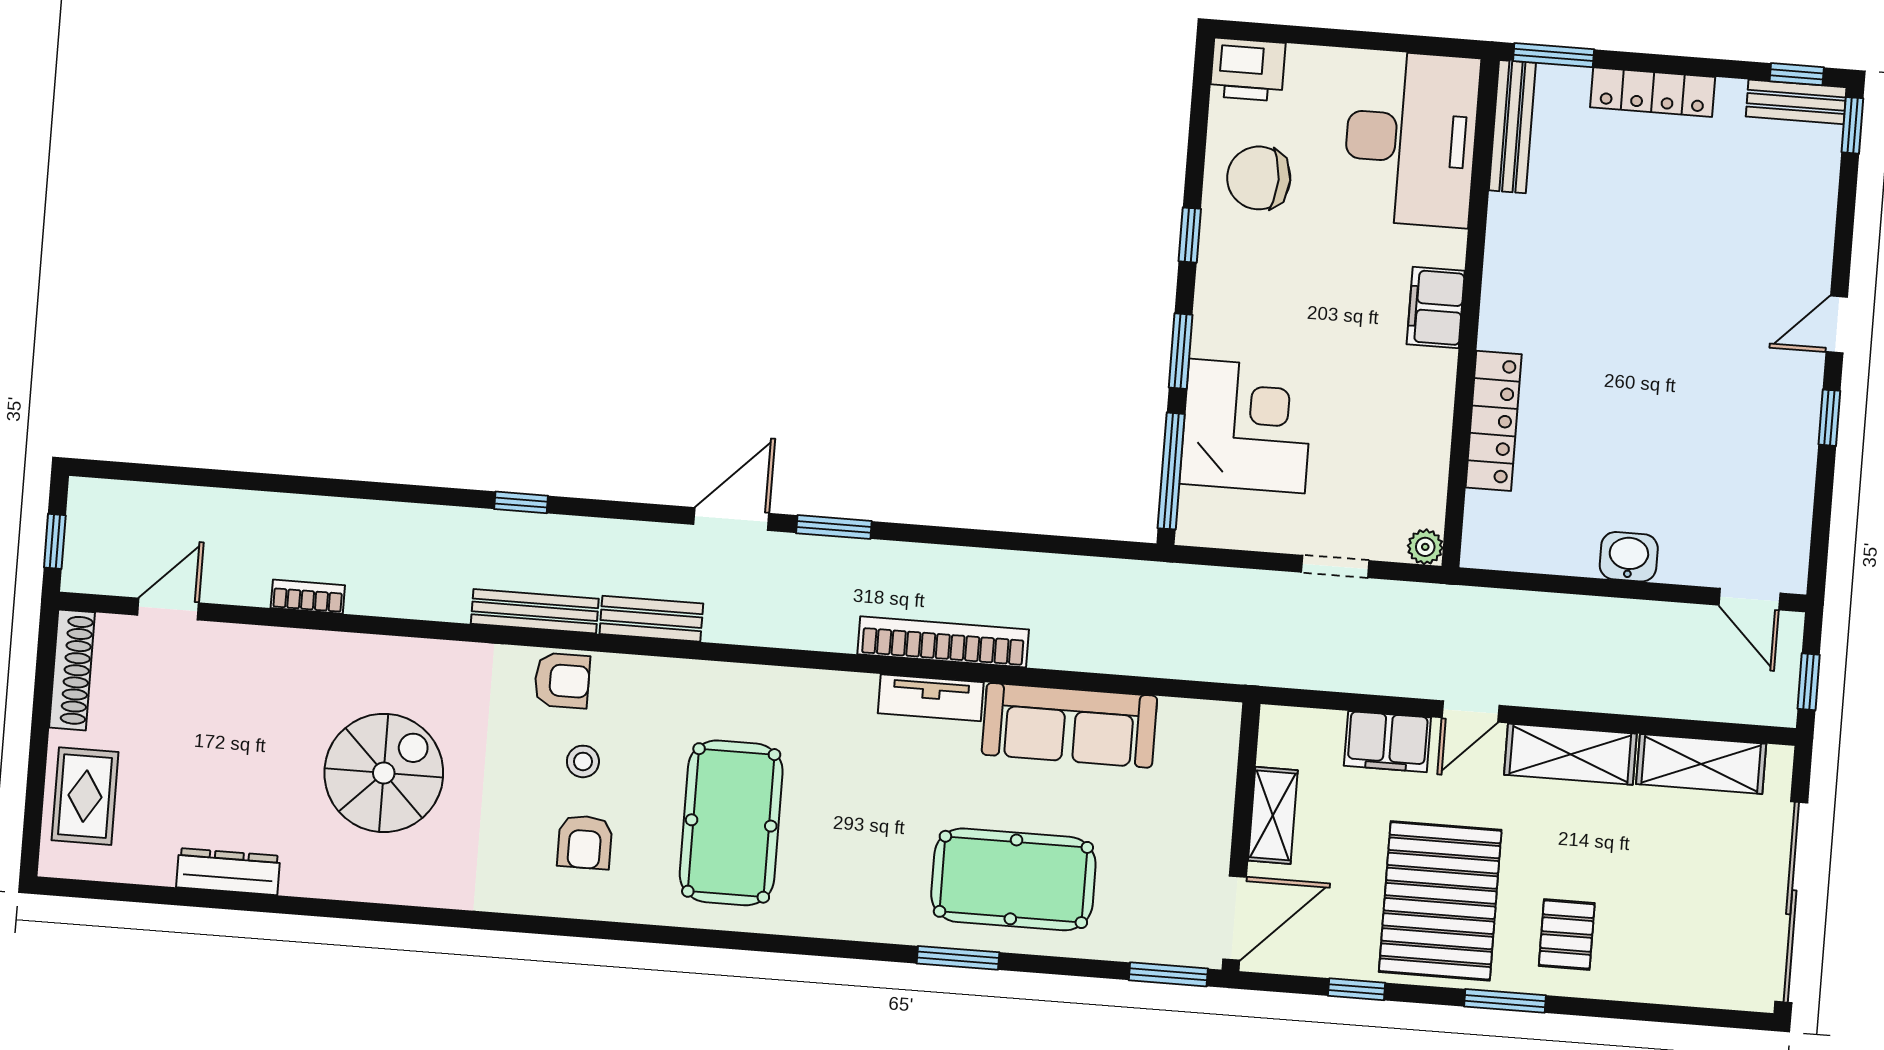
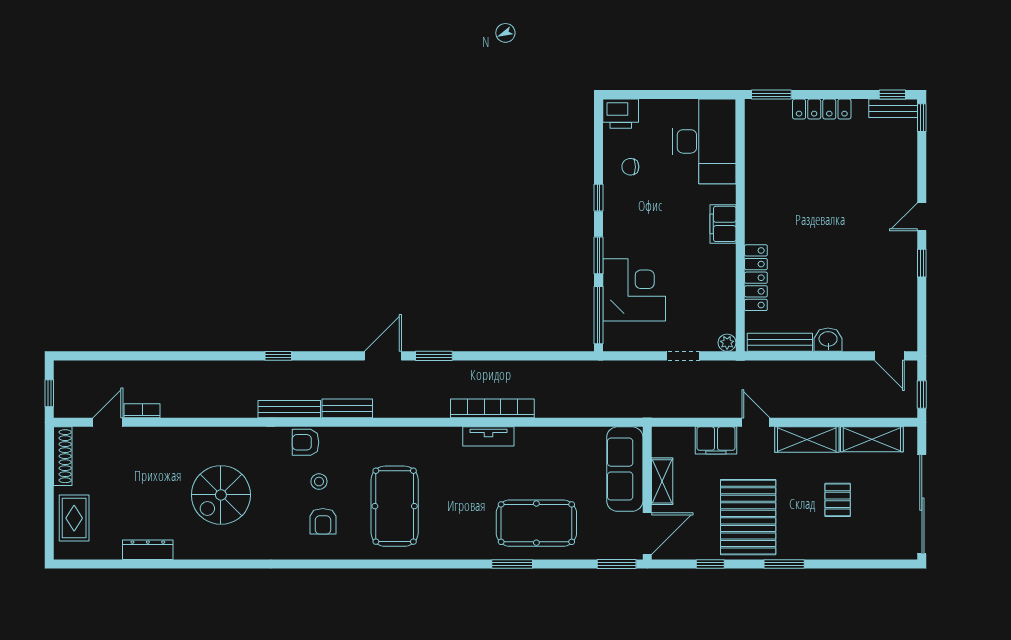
bench: (1512, 127) -> (780, 342), moved, turned 90
chair: (1259, 178) -> (630, 167), width x0.54, depth x0.54
bookcase: (308, 597) -> (142, 411), moved
armchair: (562, 681) -> (305, 442), turned 180
door: (1471, 712) -> (756, 422), swing flipped
sofa: (1069, 725) -> (625, 469), moved, turned 90
spiral stairs: (384, 773) -> (221, 495), turned 180
pallet: (1567, 935) -> (838, 500), moved

